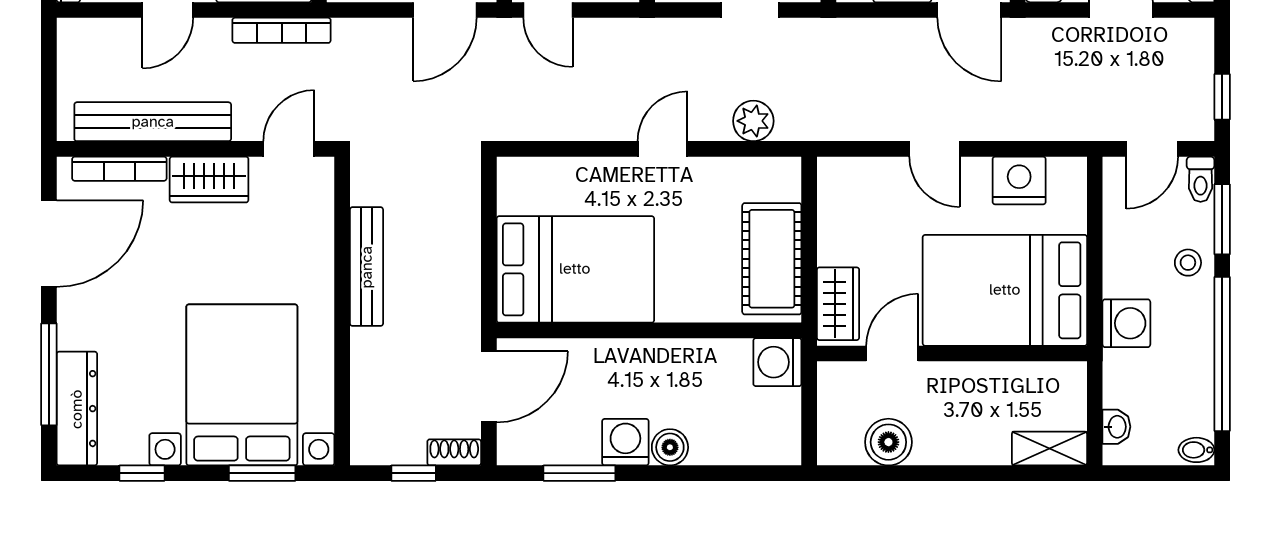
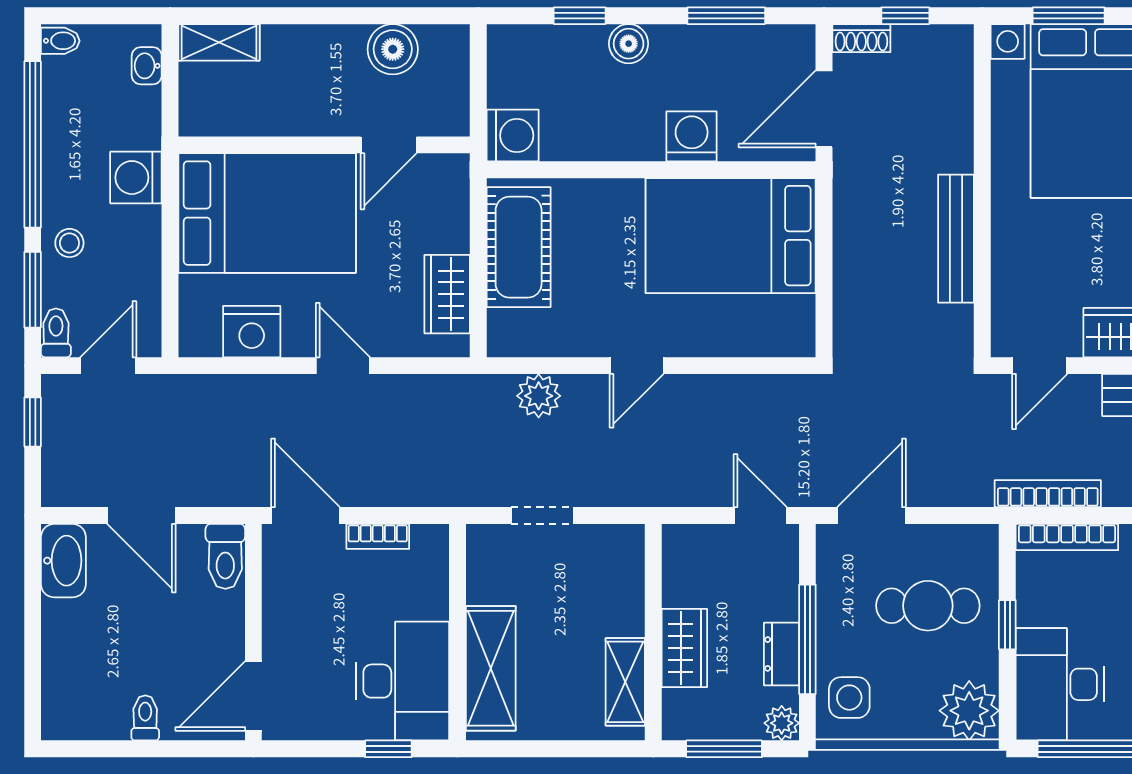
wardrobe: (838, 304) -> (447, 294), moved
washing machine: (625, 442) -> (692, 136), moved, turned 180
window: (715, 473) -> (580, 16), added

